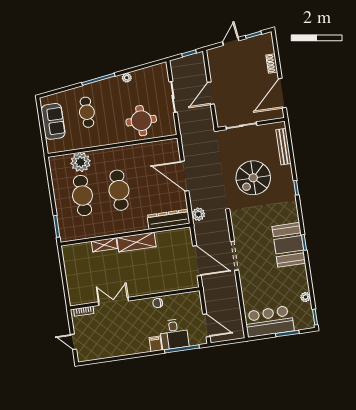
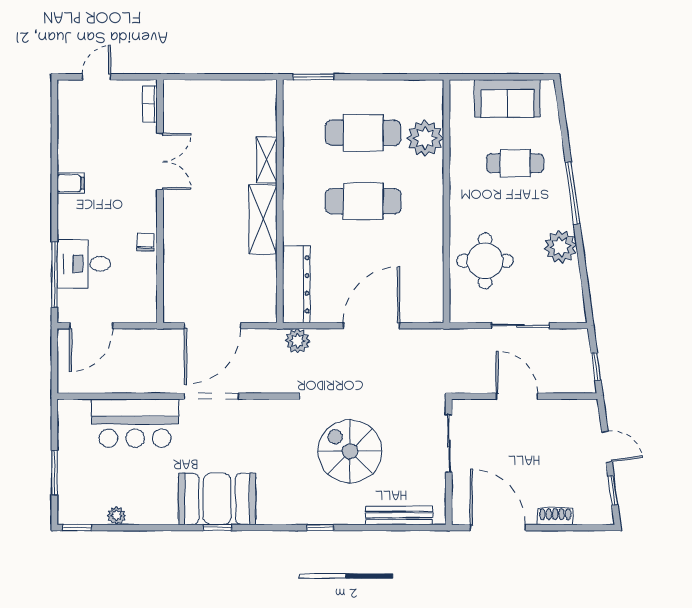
plant: (127, 78) -> (560, 247), width x1.87, depth x1.87
bar counter: (269, 321) -> (135, 423), moved, turned 90
filing cabinet: (156, 344) -> (71, 183), moved

